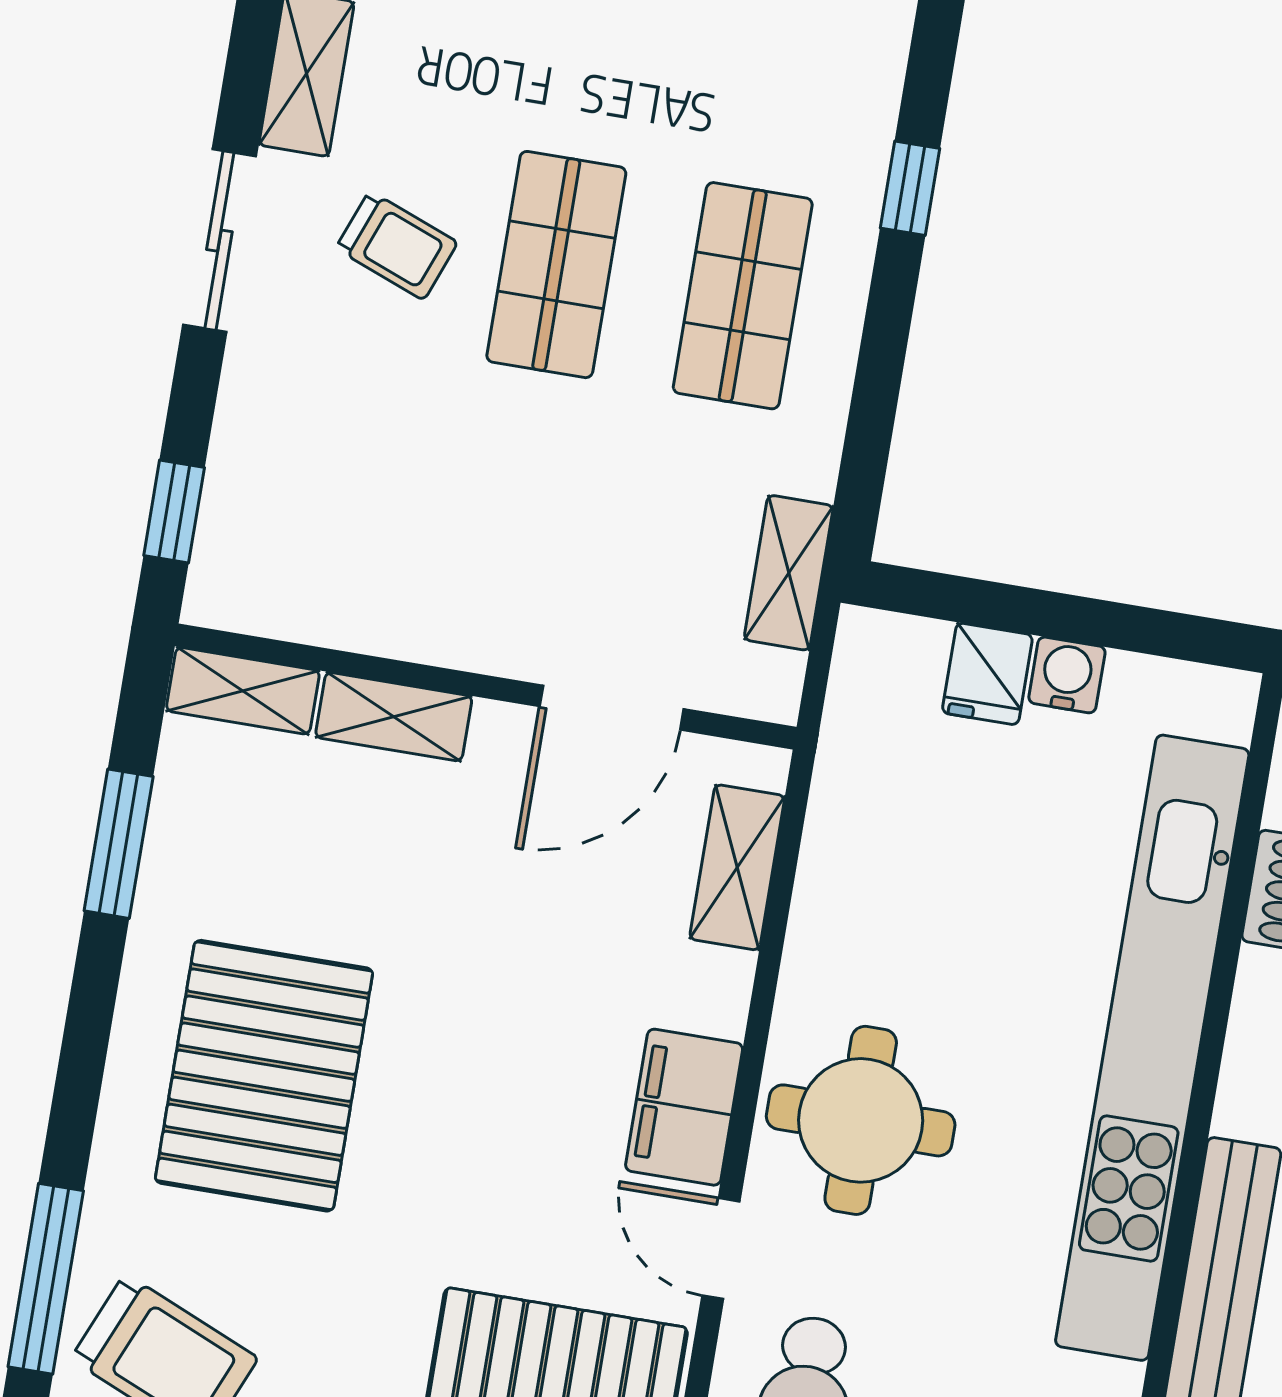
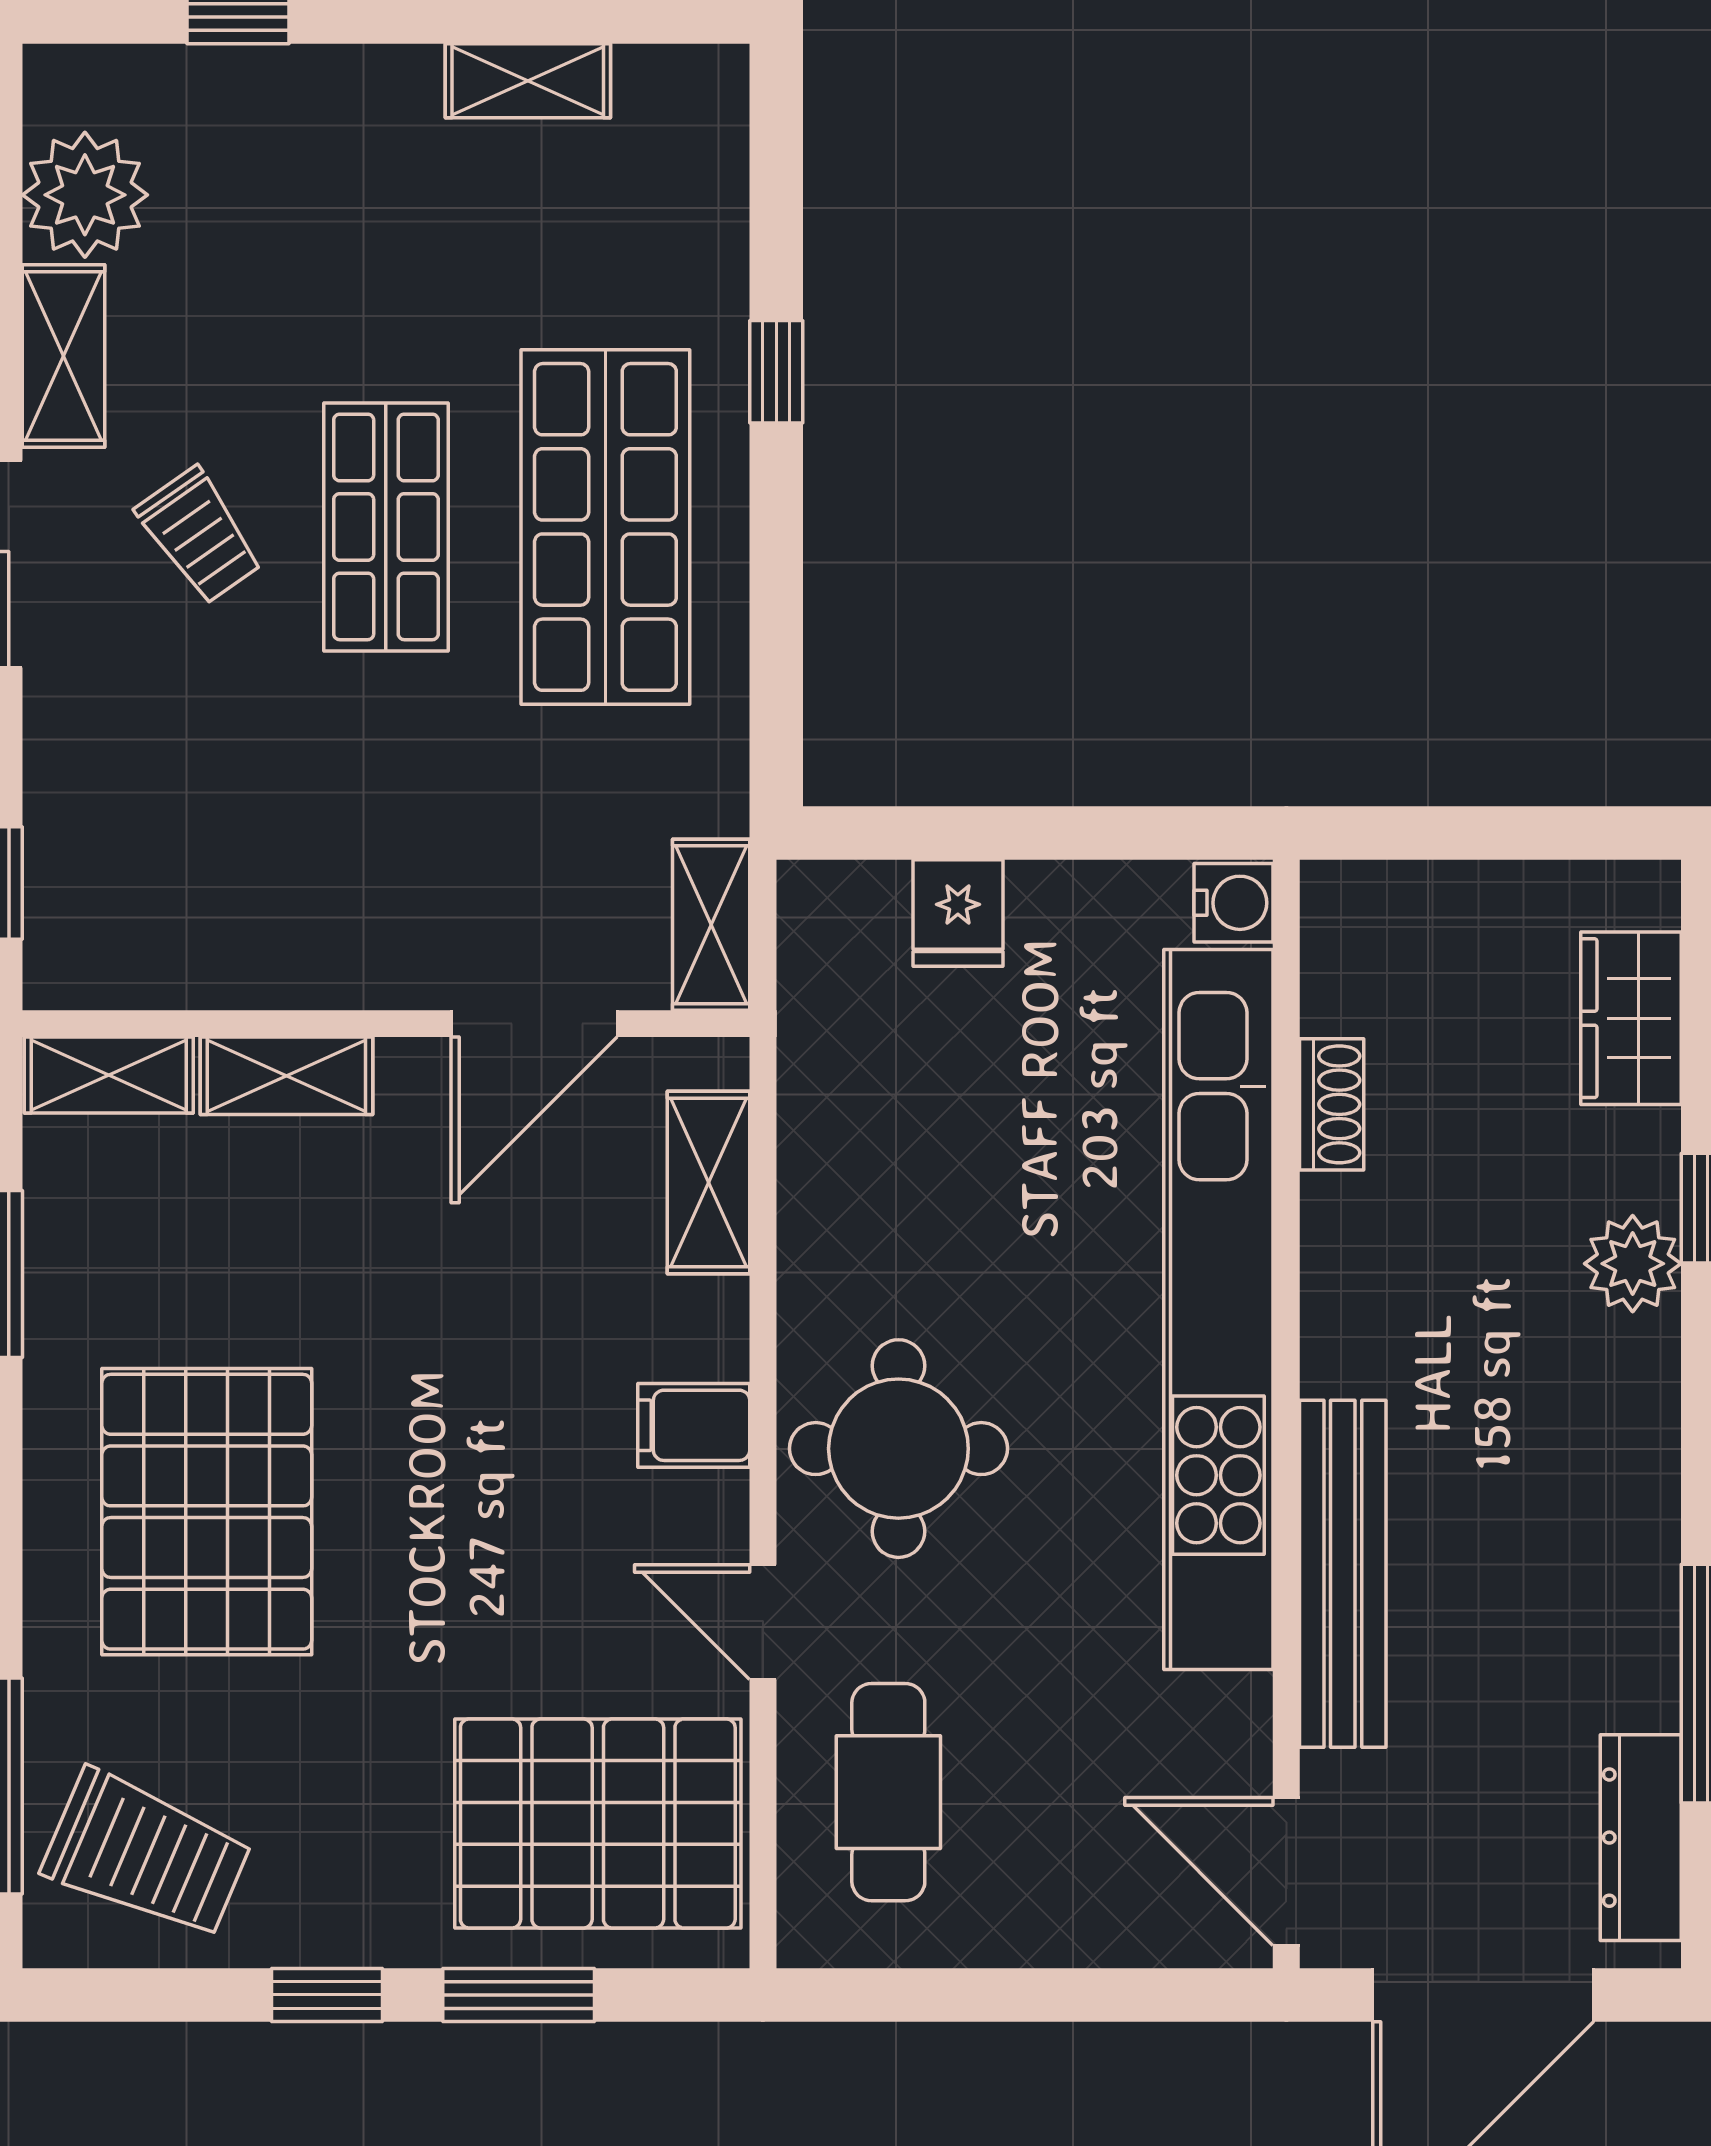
trolley: (397, 245) -> (199, 536), turned 34
shop shelf: (743, 296) -> (605, 527), width x1.43, depth x1.36
shelving: (789, 573) -> (711, 925), moved
water cooler: (1067, 675) -> (1234, 903), moved, turned 90
filing cabinet: (684, 1107) -> (694, 1425), width x0.50

